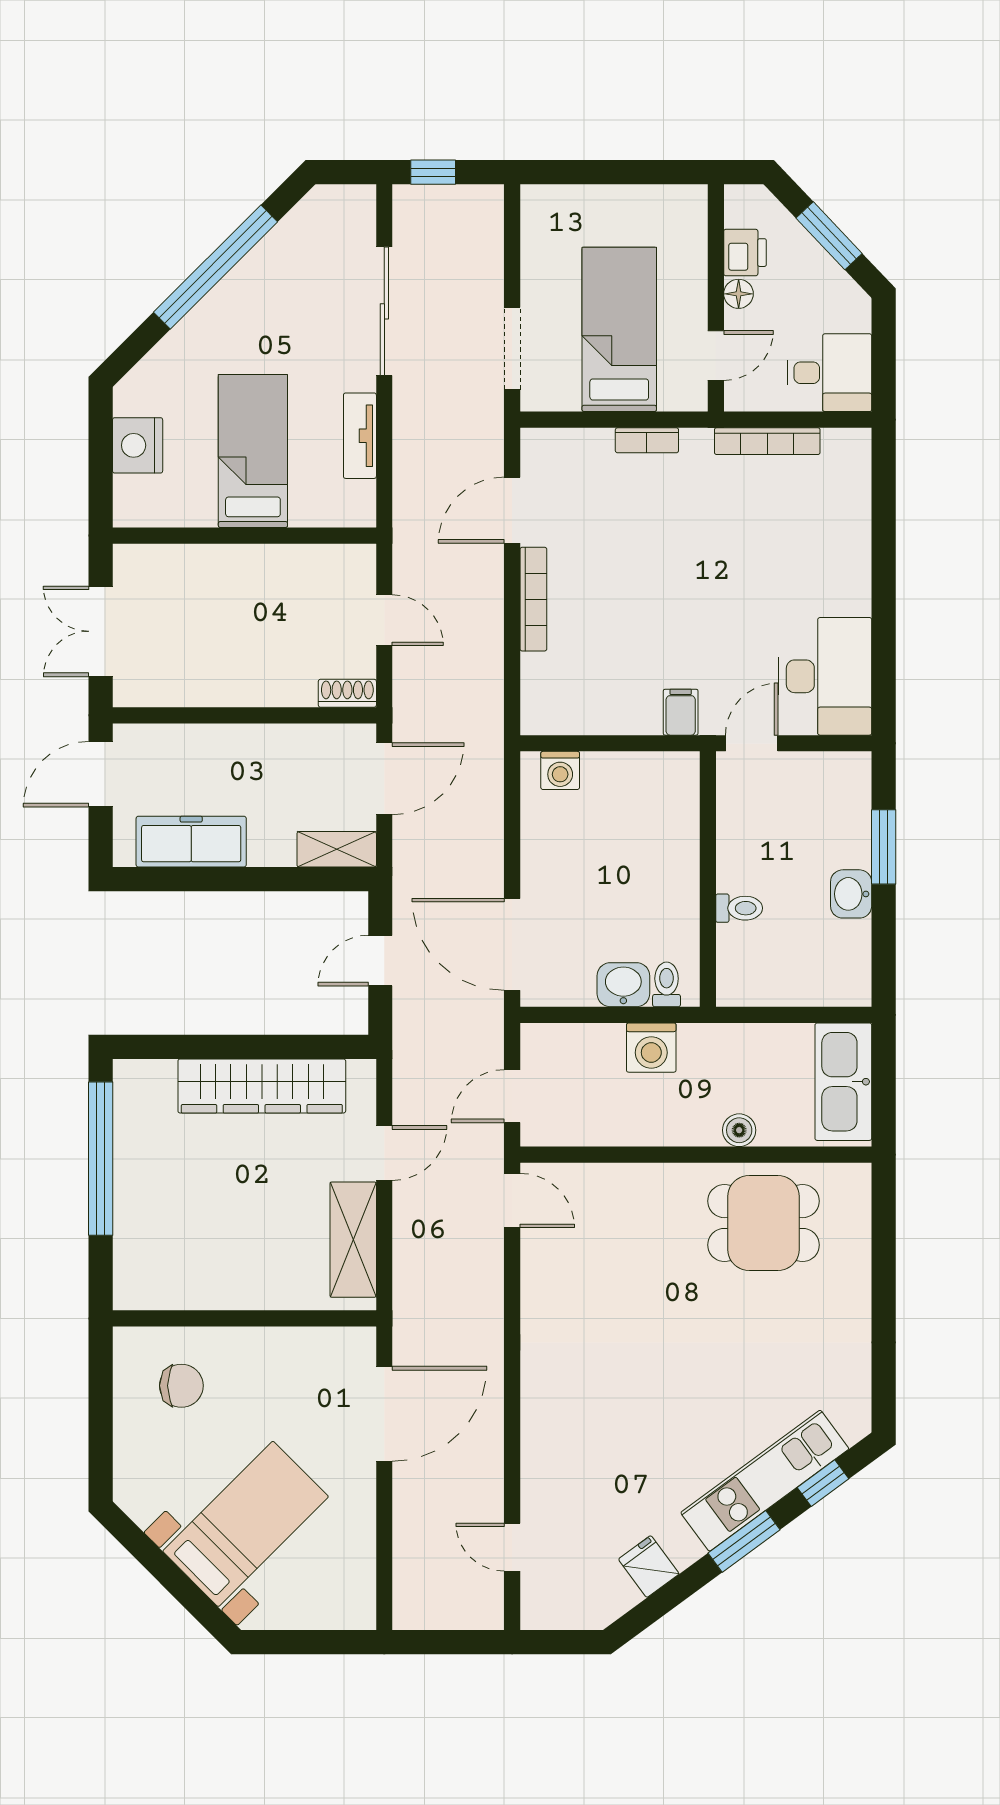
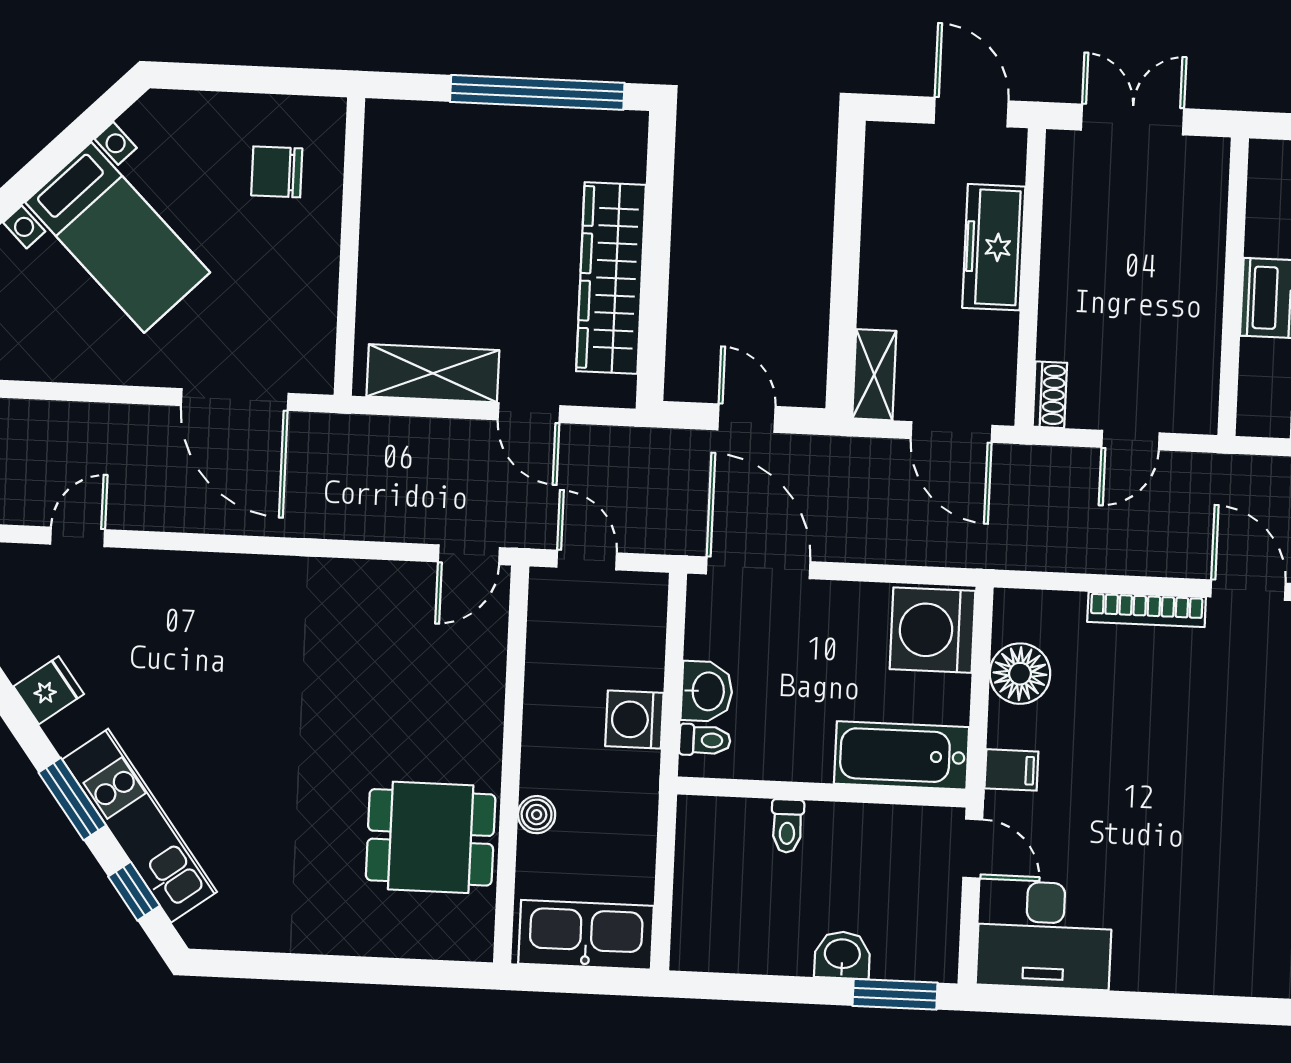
floor lamp: (595, 708) -> (1020, 674), added
washing machine: (560, 770) -> (933, 630), width x1.89, depth x1.89
bathtub: (672, 810) -> (902, 755), added
freezer: (191, 842) -> (994, 247), moved, turned 180
window: (884, 847) -> (895, 994), moved
washbasin: (851, 894) -> (842, 955), moved
door: (512, 944) -> (758, 568), hinge flipped
dining table: (764, 1223) -> (431, 837), turned 90
chair: (181, 1386) -> (277, 172), turned 90

